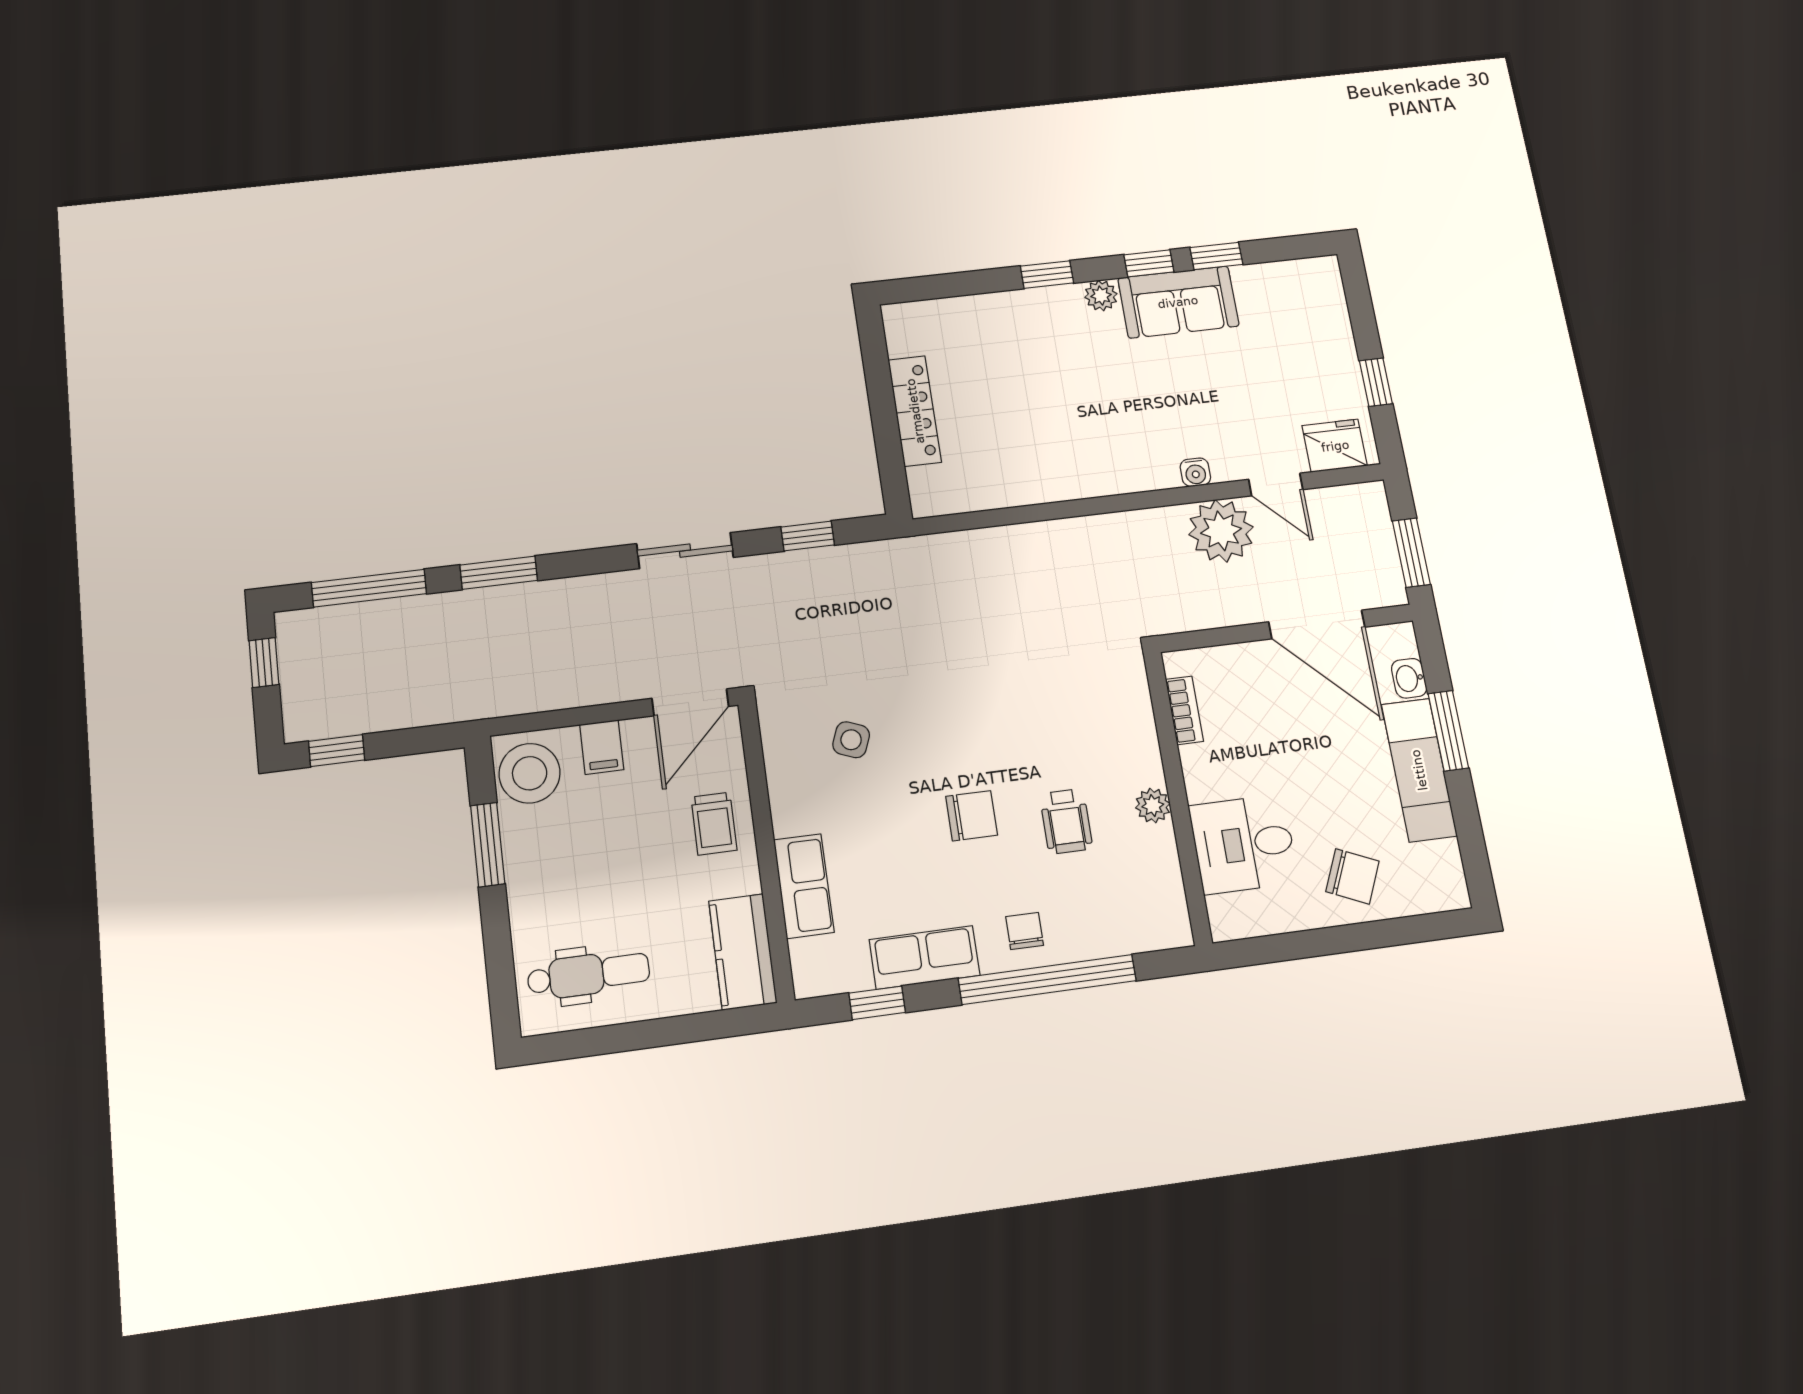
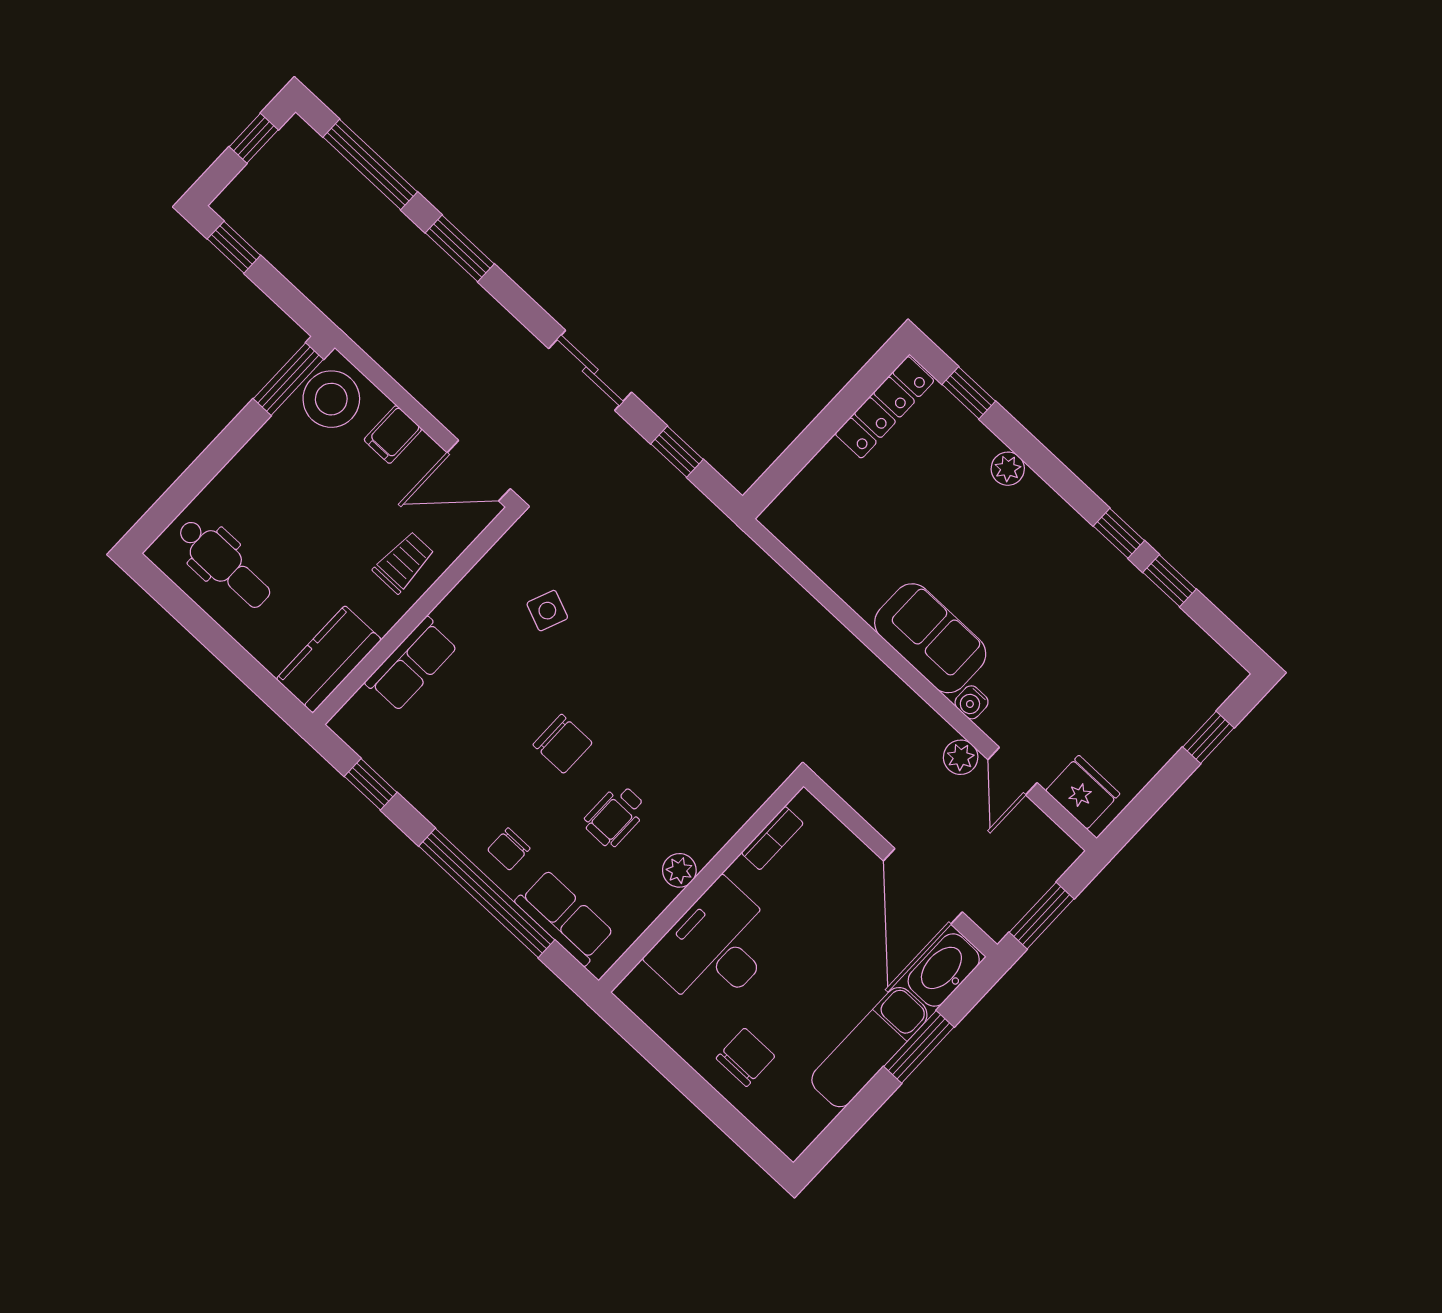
window: (1047, 275) -> (969, 393), moved
plant: (1101, 296) -> (1008, 469), moved
sofa: (1178, 302) -> (930, 638), moved, turned 180
window: (1376, 382) -> (1208, 737), moved
locker: (915, 411) -> (885, 407), moved
plant: (1221, 531) -> (961, 757), width x0.53, depth x0.53
washbasin: (1409, 678) -> (944, 970), width x1.91, depth x1.45
trolley: (714, 824) -> (404, 562), turned 180
desk: (1244, 844) -> (716, 948), width x1.37
window: (488, 845) -> (288, 379), moved
chair: (1352, 876) -> (746, 1057), turned -114
chair: (1025, 931) -> (509, 849), turned 180
row of seats: (925, 957) -> (565, 918), moved

